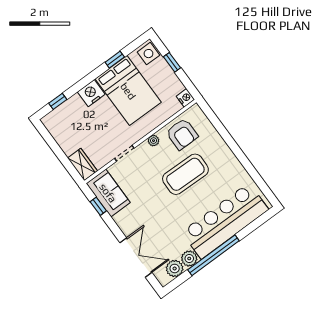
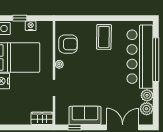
nightstand: (185, 98) -> (31, 26), moved
coffee table: (185, 174) -> (104, 37), moved, width x0.73, depth x0.76
sofa: (108, 193) -> (85, 115), moved
window: (213, 255) -> (156, 60), moved

